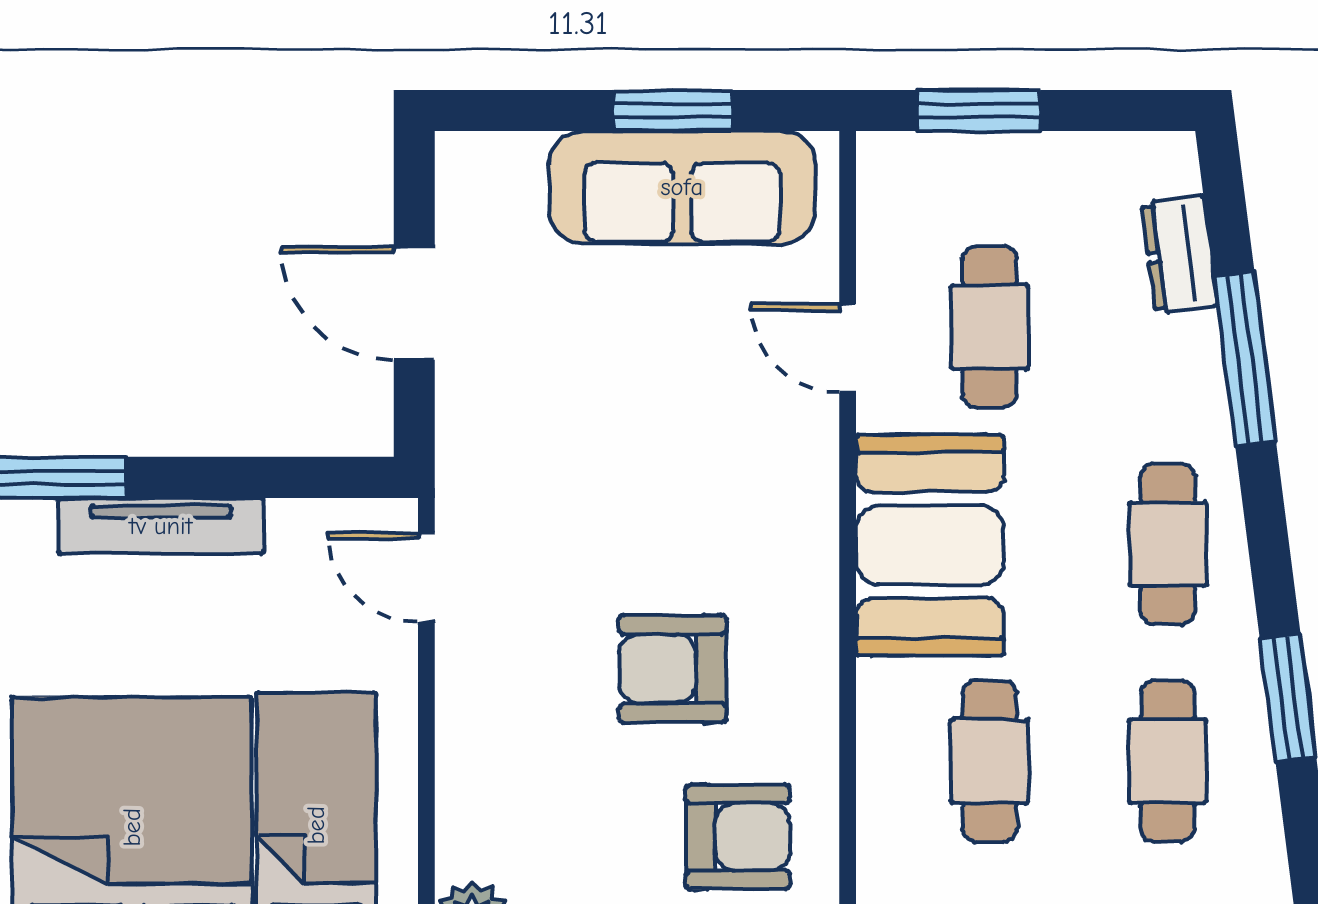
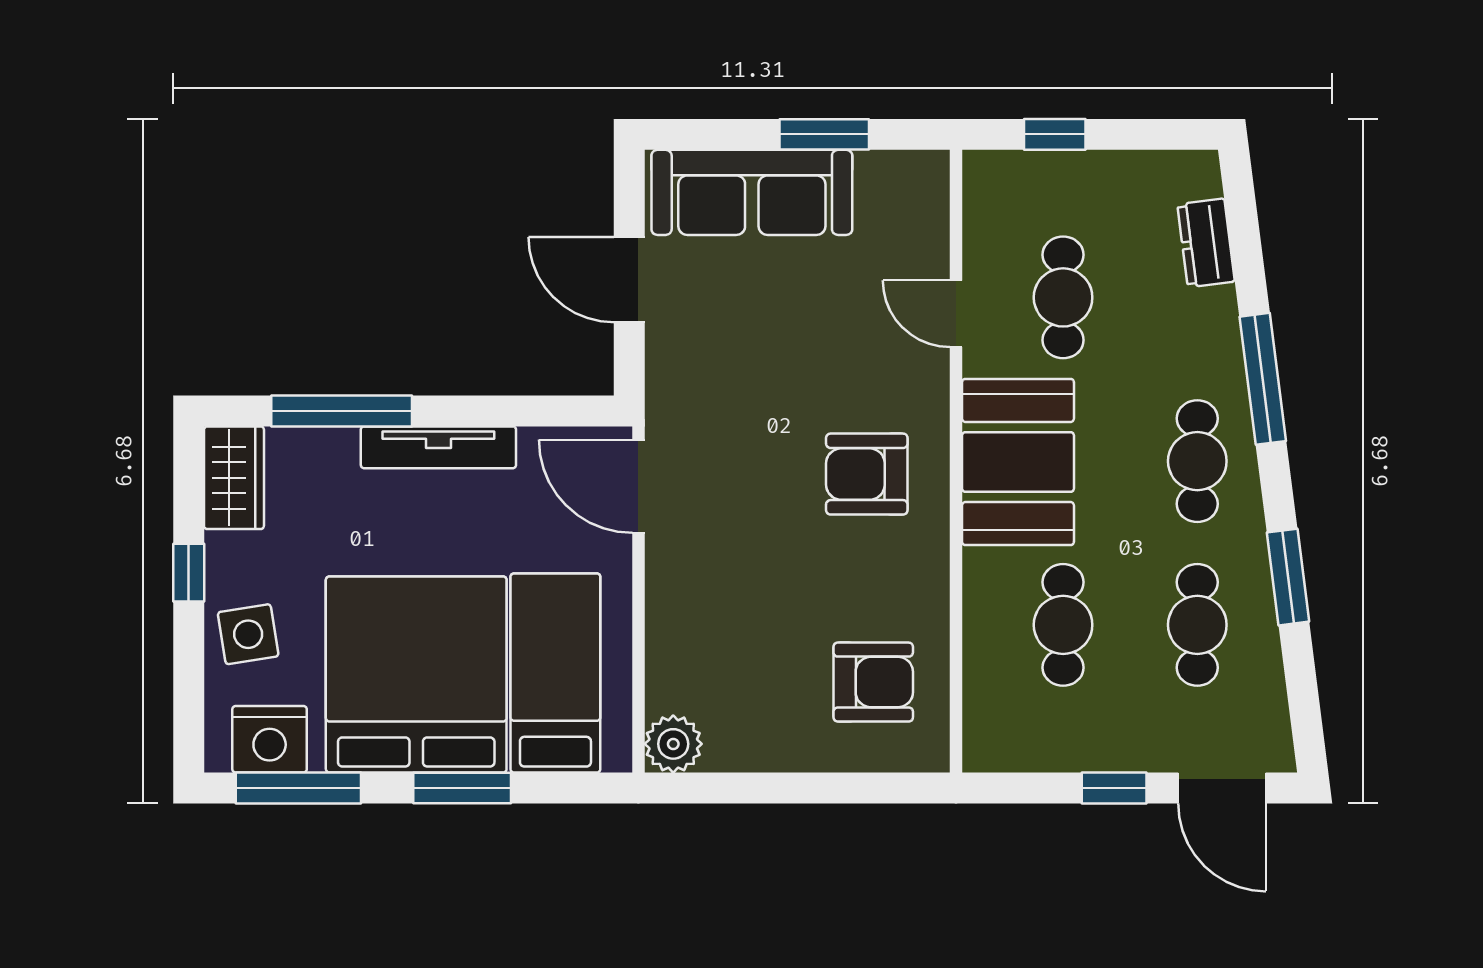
window: (979, 110) -> (1055, 134), width x0.67
sofa: (682, 187) -> (752, 192), moved
window: (1245, 359) -> (1263, 379), moved
door: (426, 577) -> (638, 486), width x1.38
armchair: (673, 669) -> (867, 474), moved

